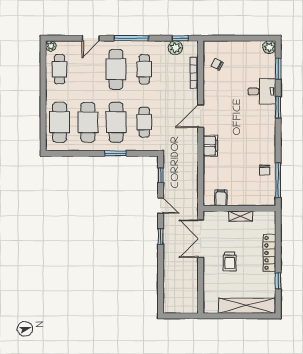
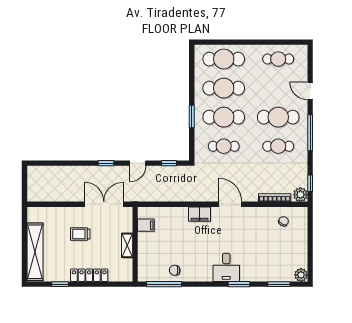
plant: (51, 46) -> (302, 50), removed
plant: (175, 48) -> (300, 195), moved
desk: (262, 91) -> (226, 267), moved

